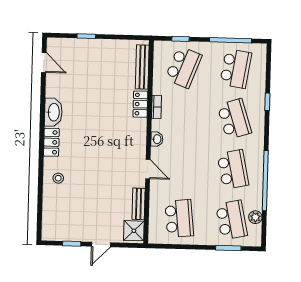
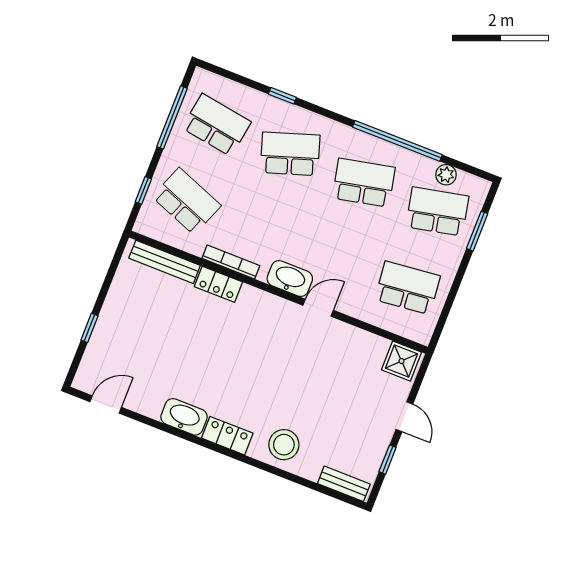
bookcase: (157, 107) -> (231, 262), width x1.56
washbasin: (157, 139) -> (290, 279), width x1.91, depth x1.45
stool: (58, 178) -> (284, 445), width x1.89, depth x1.89
bench: (139, 204) -> (344, 484), moved

